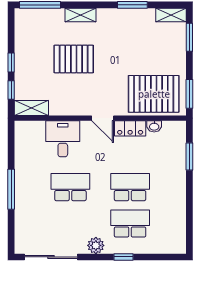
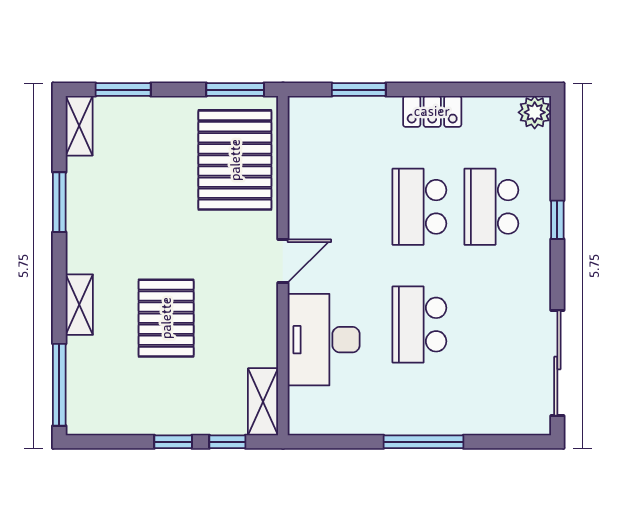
washbasin: (154, 126) -> (299, 159), removed
locker: (130, 128) -> (432, 111), moved, turned 90
desk: (63, 139) -> (324, 340), width x1.37
plant: (96, 245) -> (535, 112), moved

